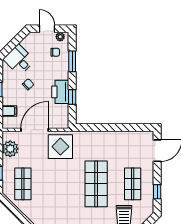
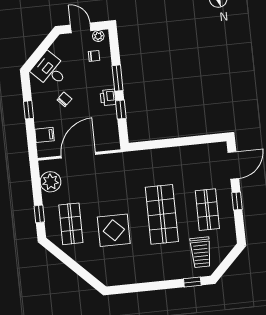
window: (72, 61) -> (118, 78), moved
printer: (60, 92) -> (108, 97), width x0.53, depth x0.68
display table: (60, 147) -> (114, 230), moved
window: (157, 192) -> (237, 201), moved

